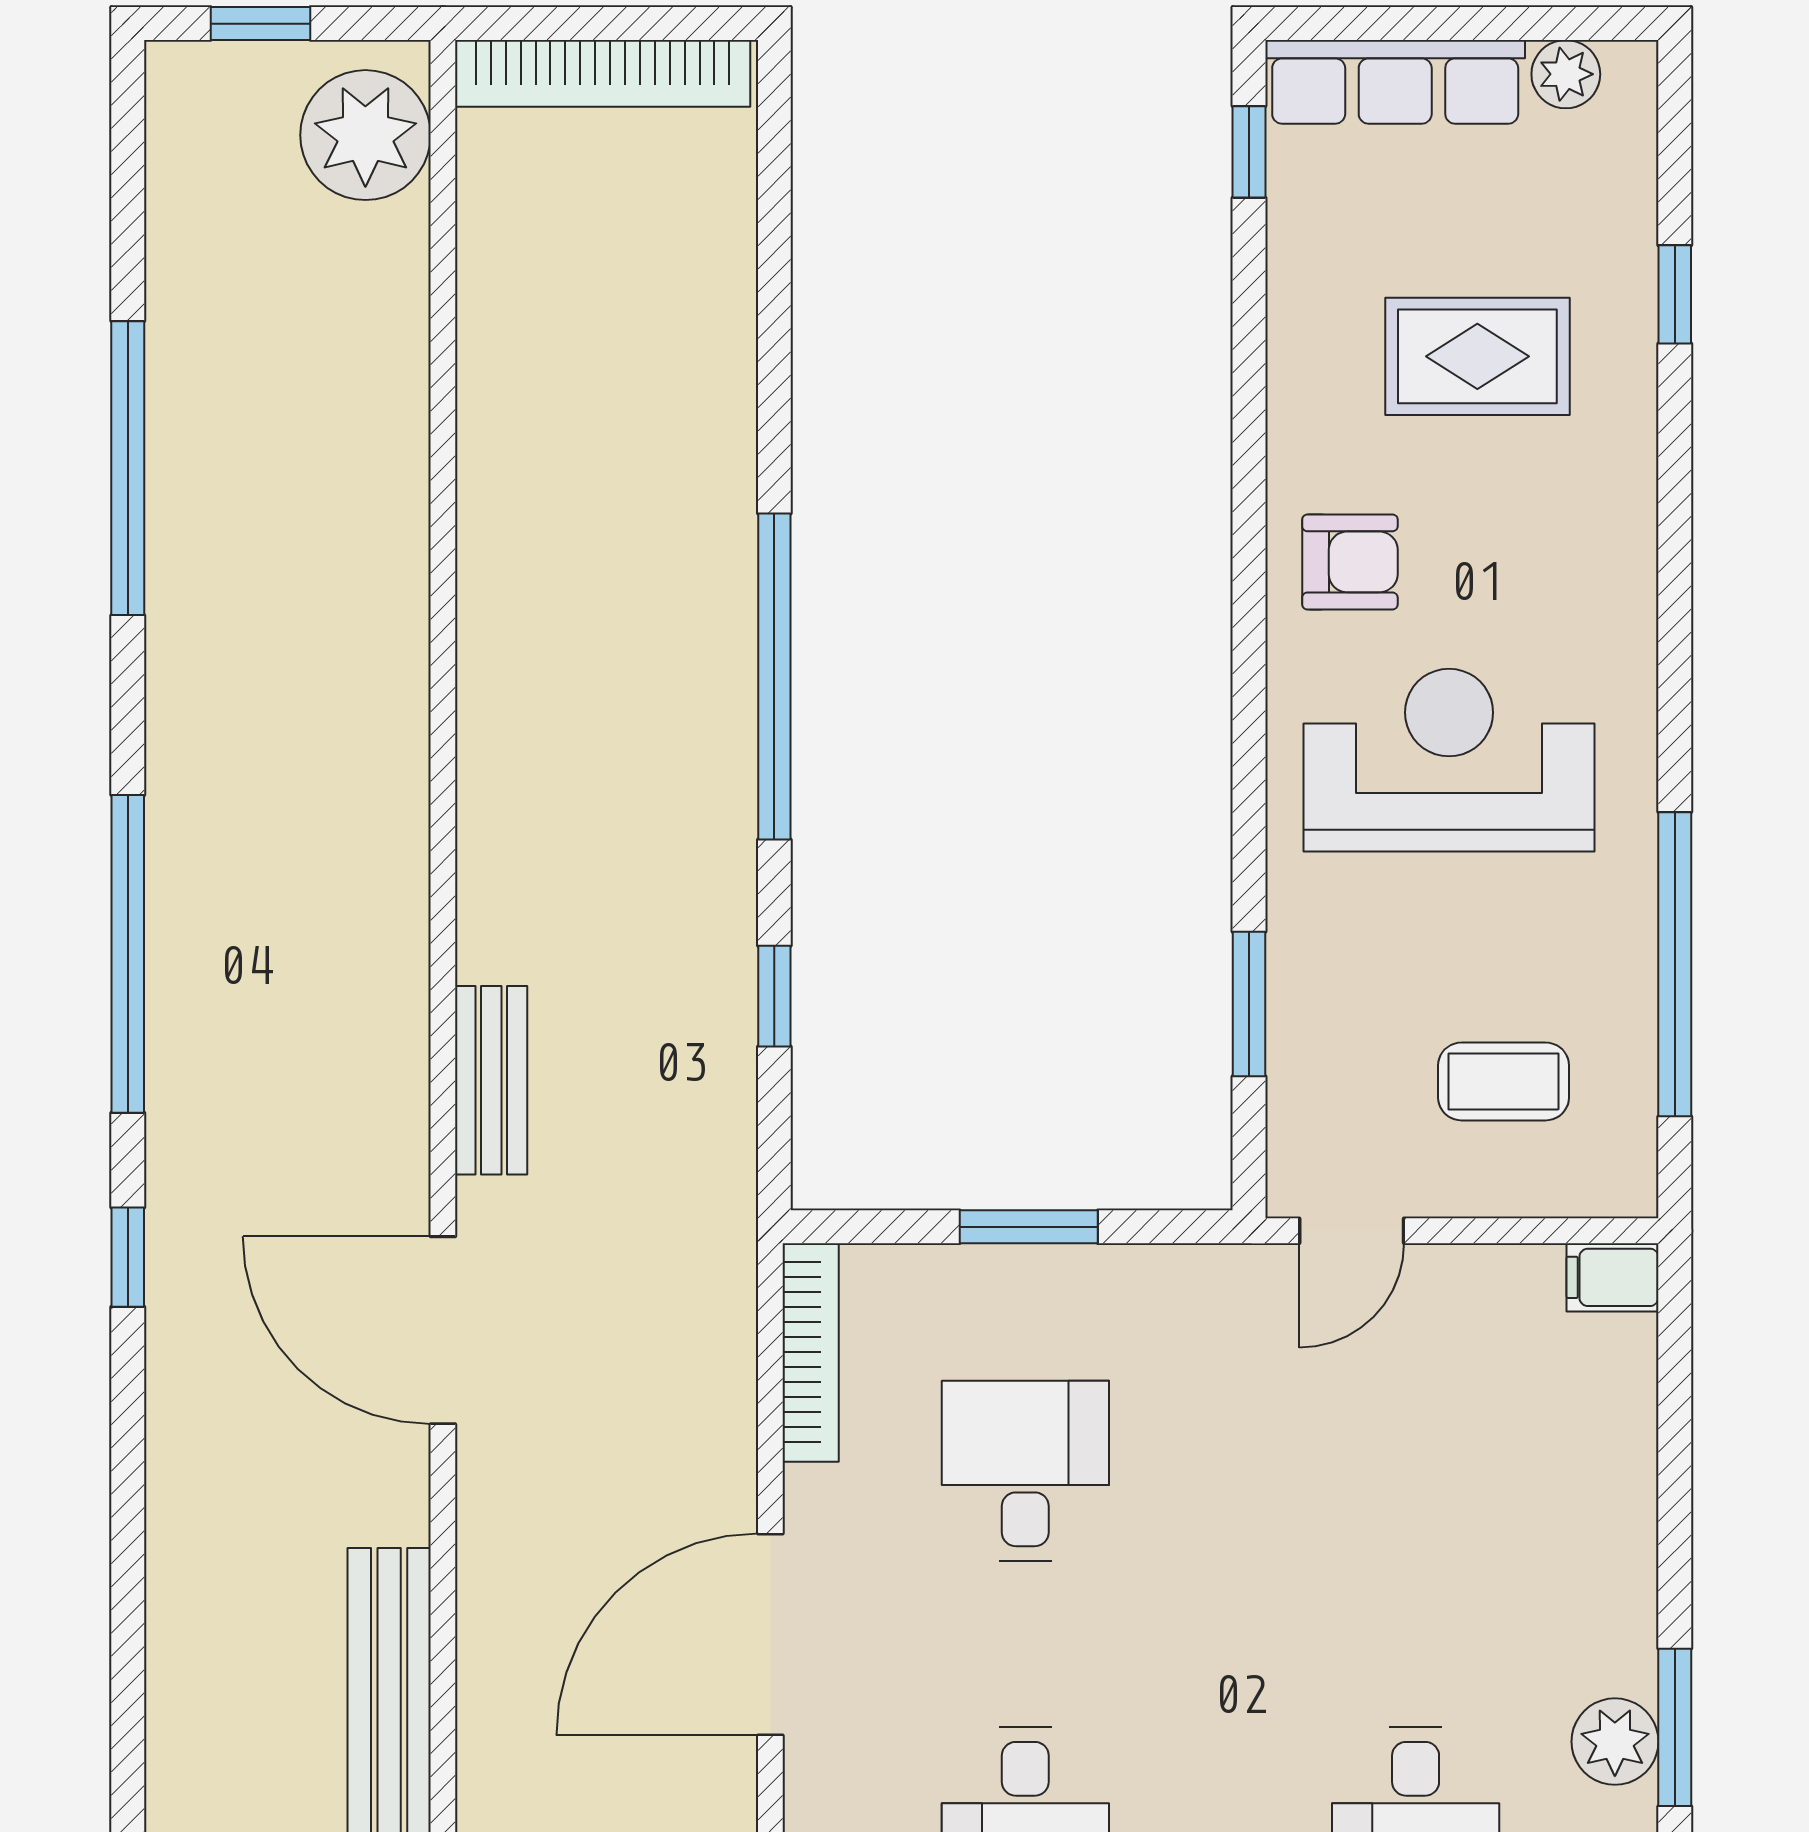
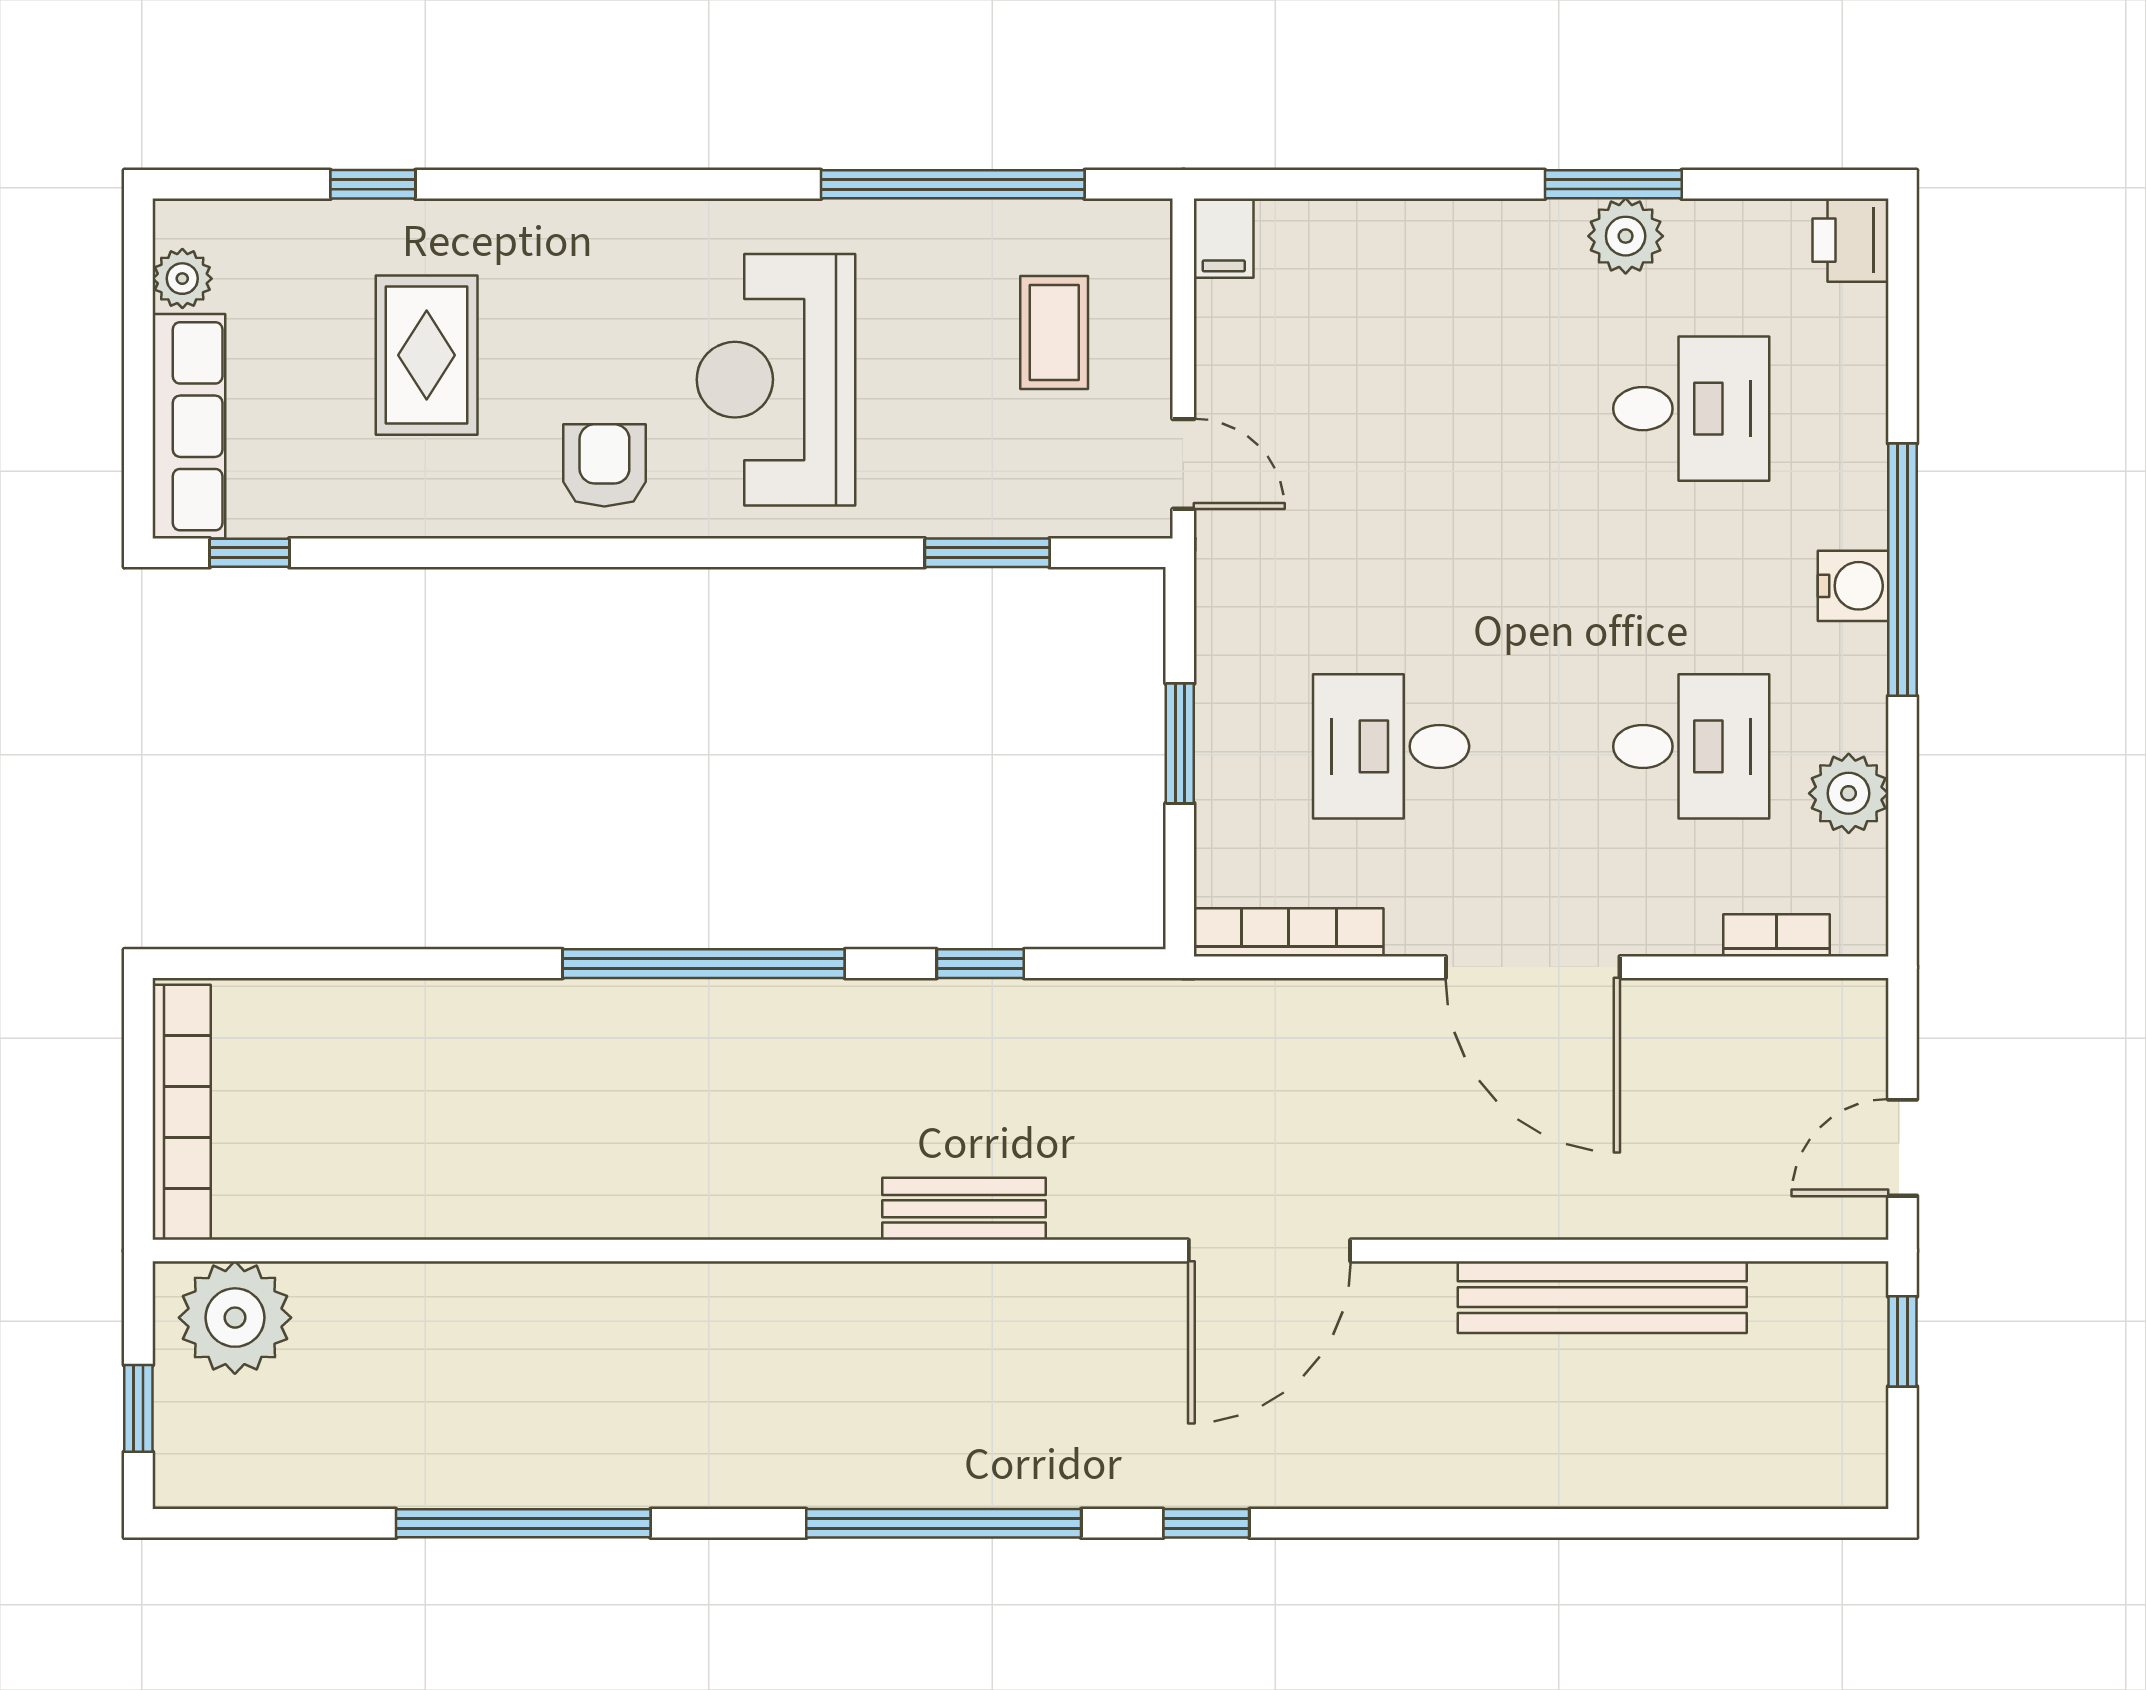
bench: (491, 1080) -> (964, 1209), moved

